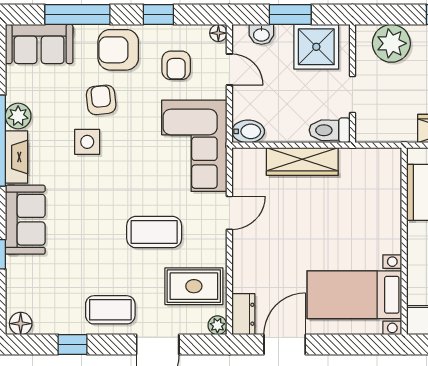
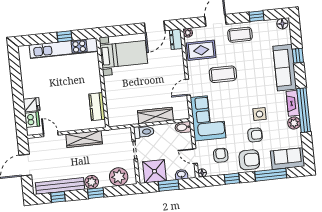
armchair: (101, 100) -> (255, 135), turned -84
sofa: (25, 220) -> (285, 68), width x1.36

